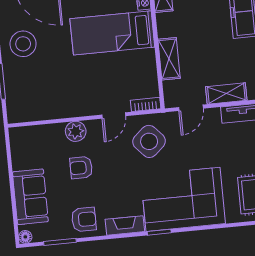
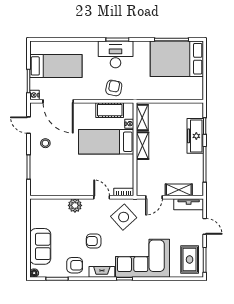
stool: (23, 44) -> (45, 143), width x0.53, depth x0.53
shelving: (169, 59) -> (142, 146), moved
door: (114, 115) -> (102, 197), swing flipped
armchair: (81, 168) -> (94, 241), moved

